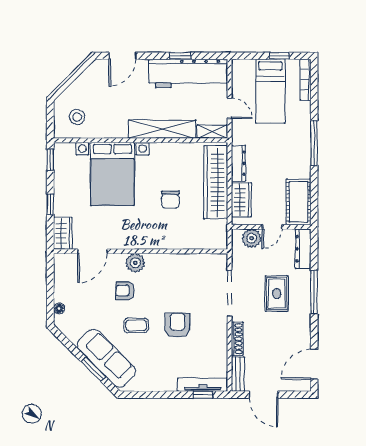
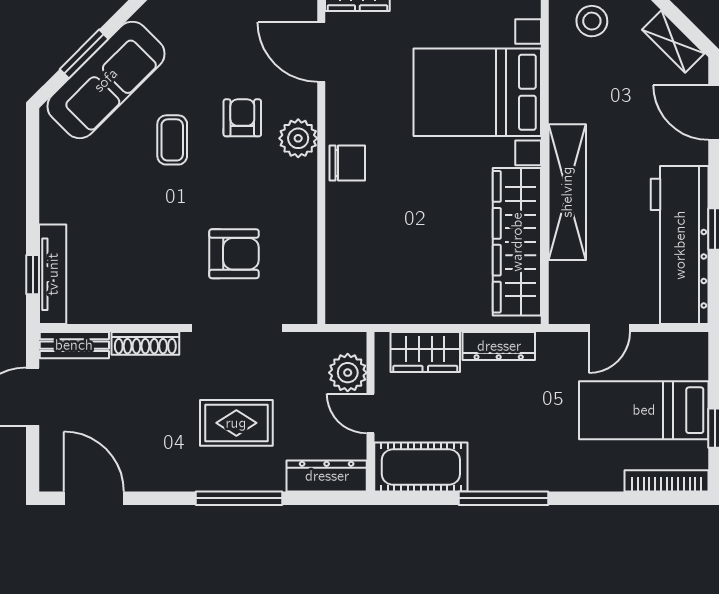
shelving: (212, 132) -> (673, 42), moved, turned -45
window: (314, 143) -> (504, 498), moved
wardrobe: (216, 182) -> (517, 242), moved, turned -90
chair: (170, 200) -> (347, 163), moved, turned 180
armchair: (178, 325) -> (234, 254), moved

